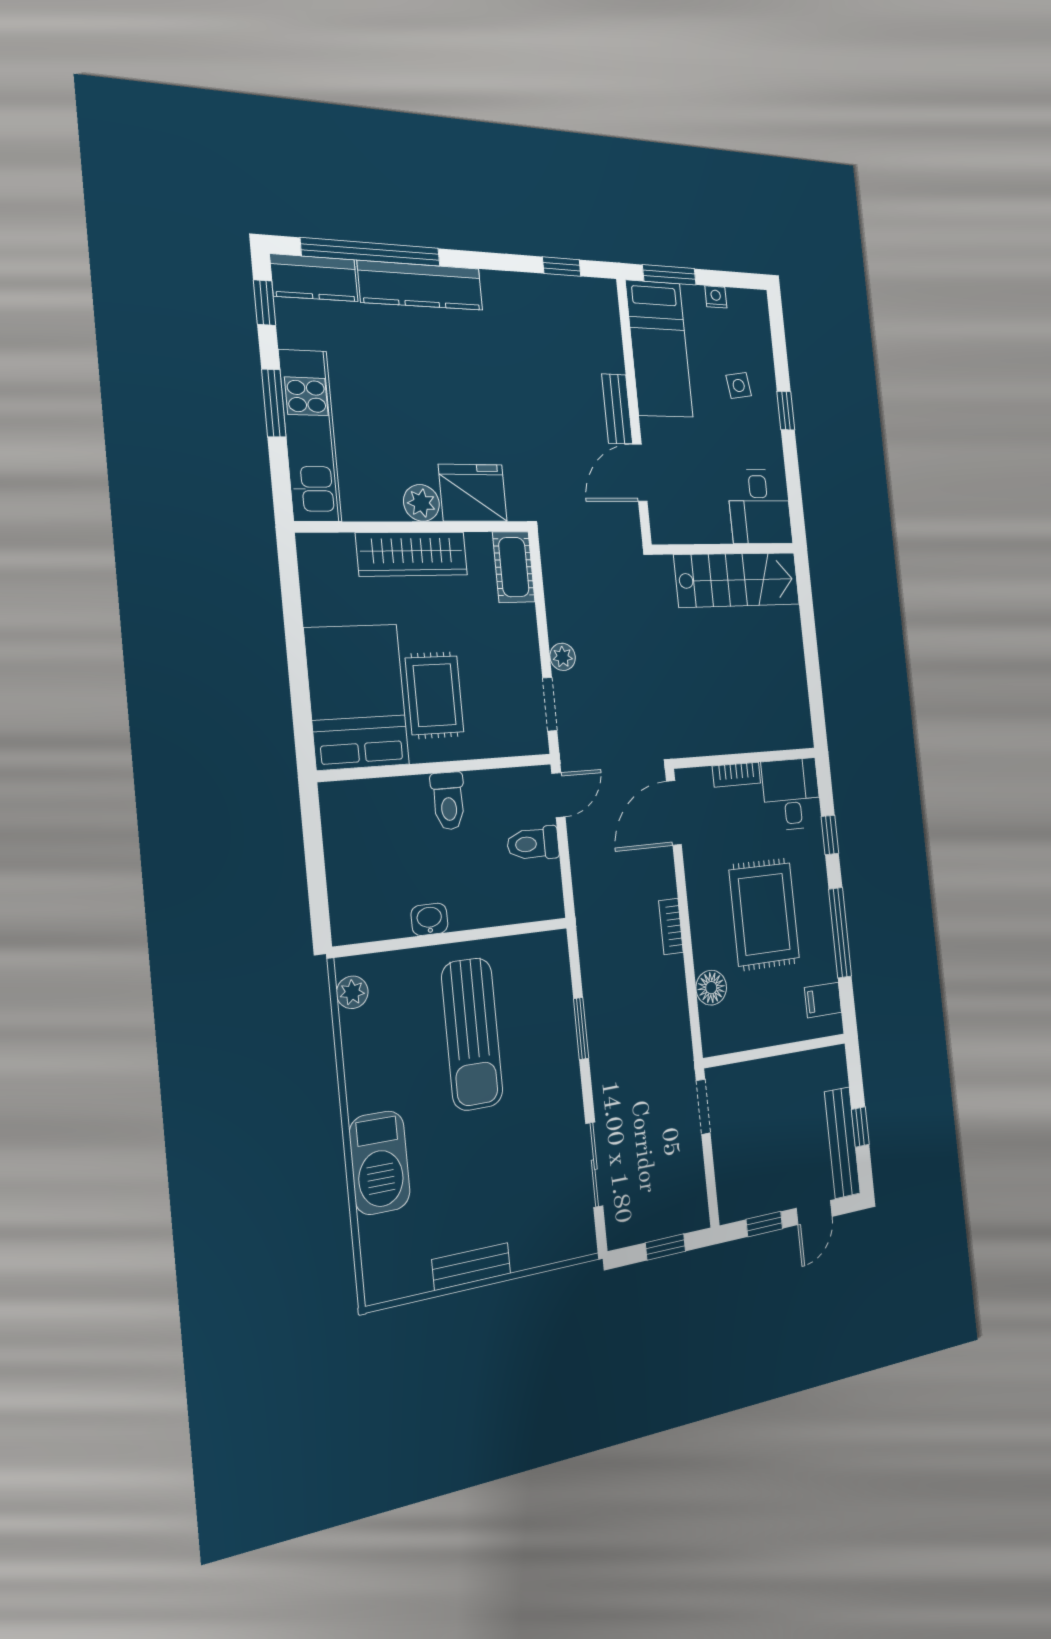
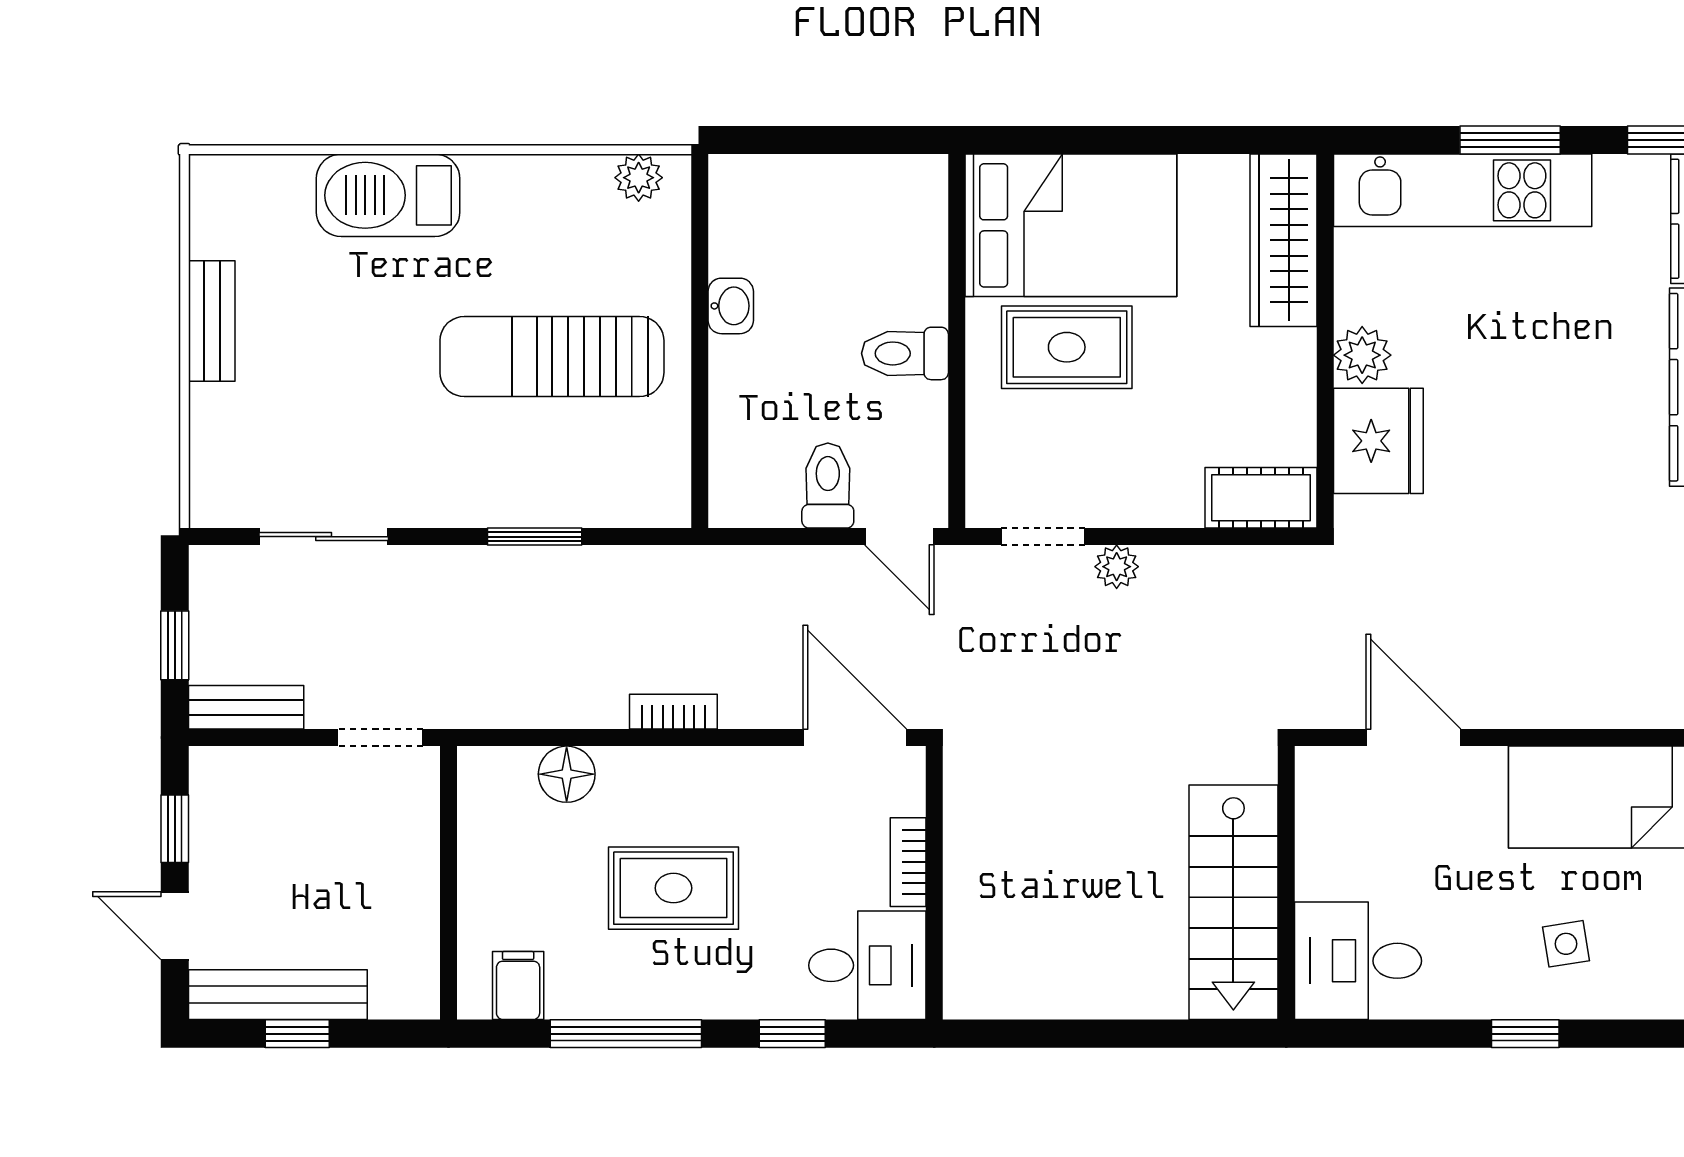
bench: (617, 409) -> (246, 707), moved
wardrobe: (412, 554) -> (1283, 240), moved
rug: (764, 914) -> (673, 888), width x0.73, depth x0.70

